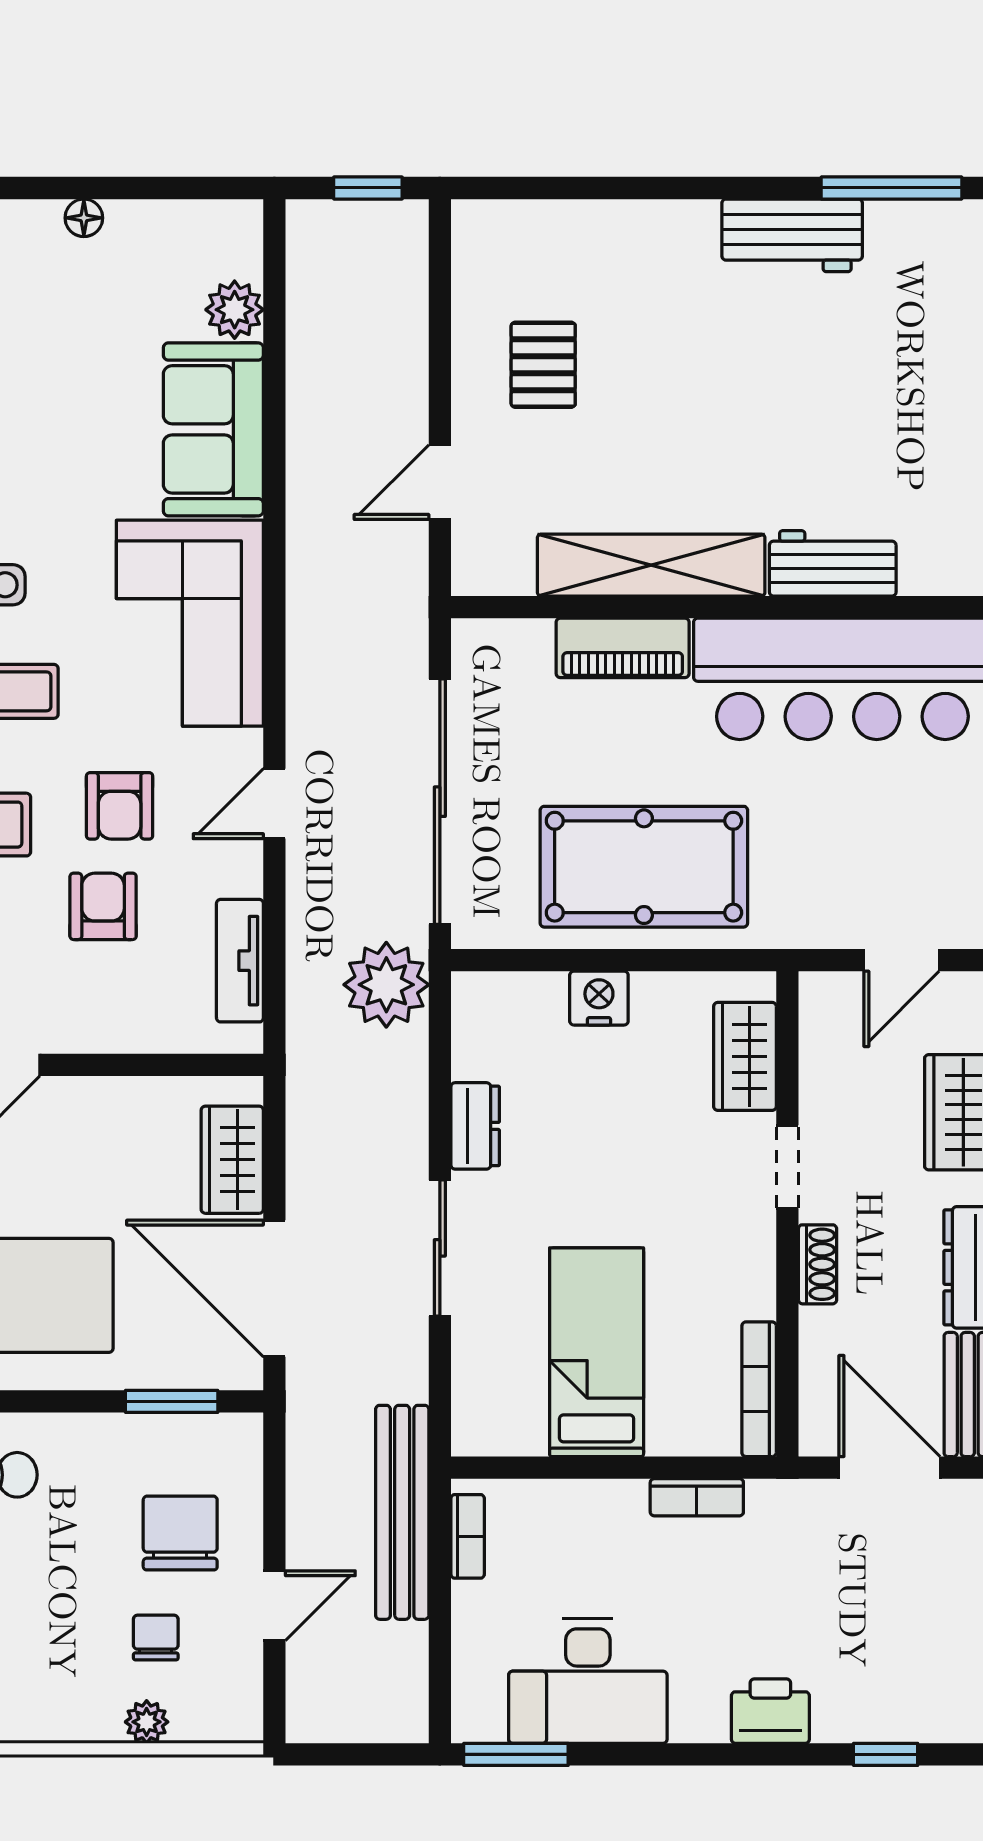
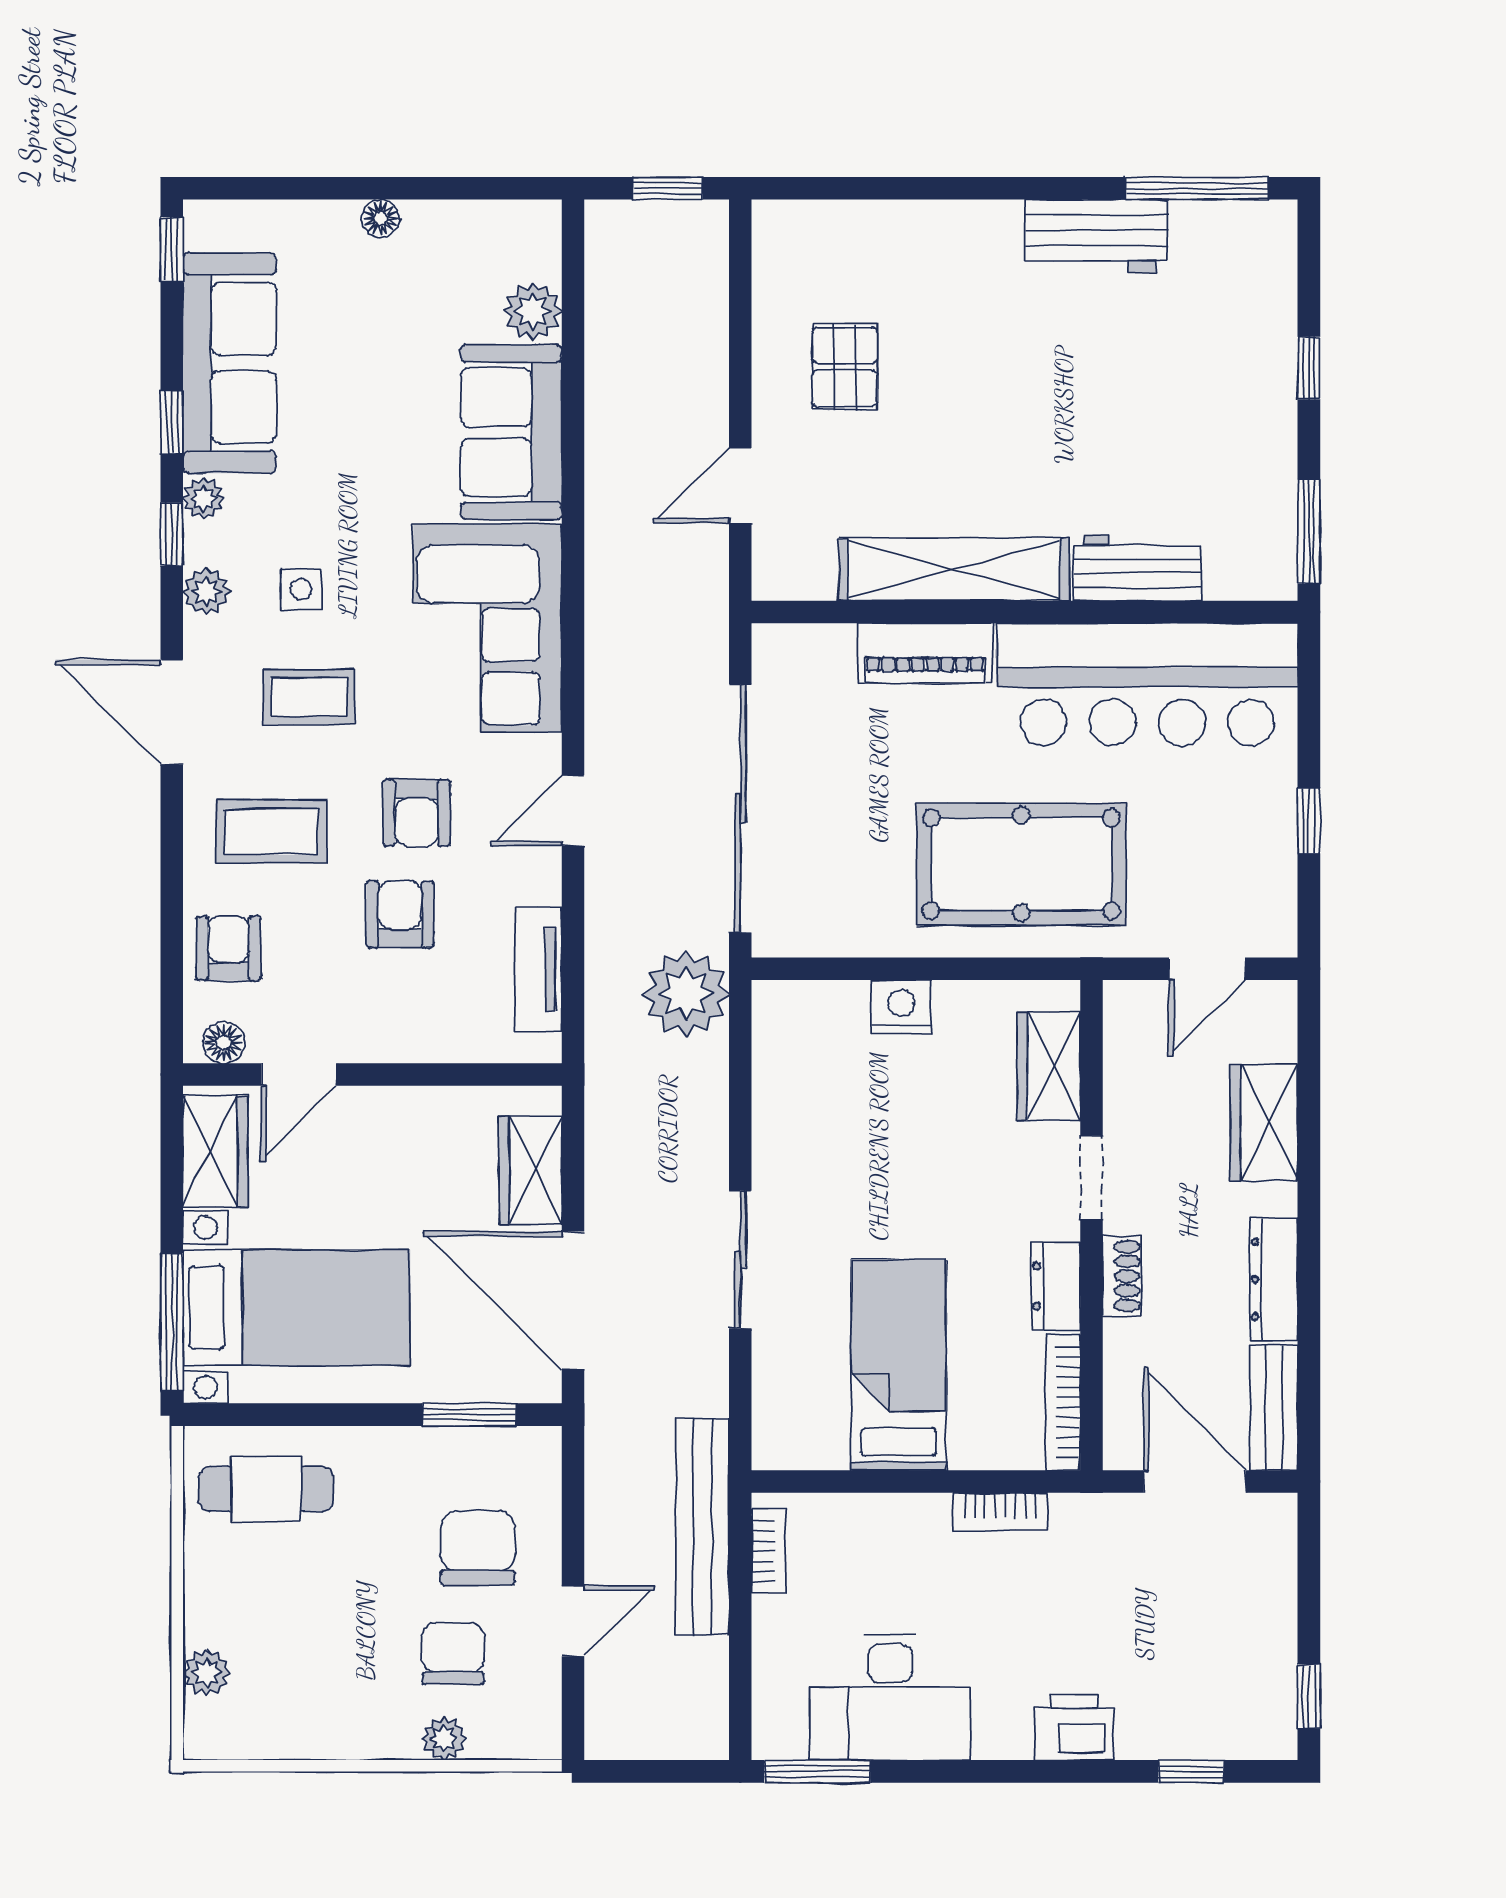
pool table: (644, 867) -> (1021, 864), moved
dresser: (475, 1126) -> (1056, 1286), moved, turned 180
chair: (156, 1638) -> (453, 1653), width x1.37, depth x1.37

